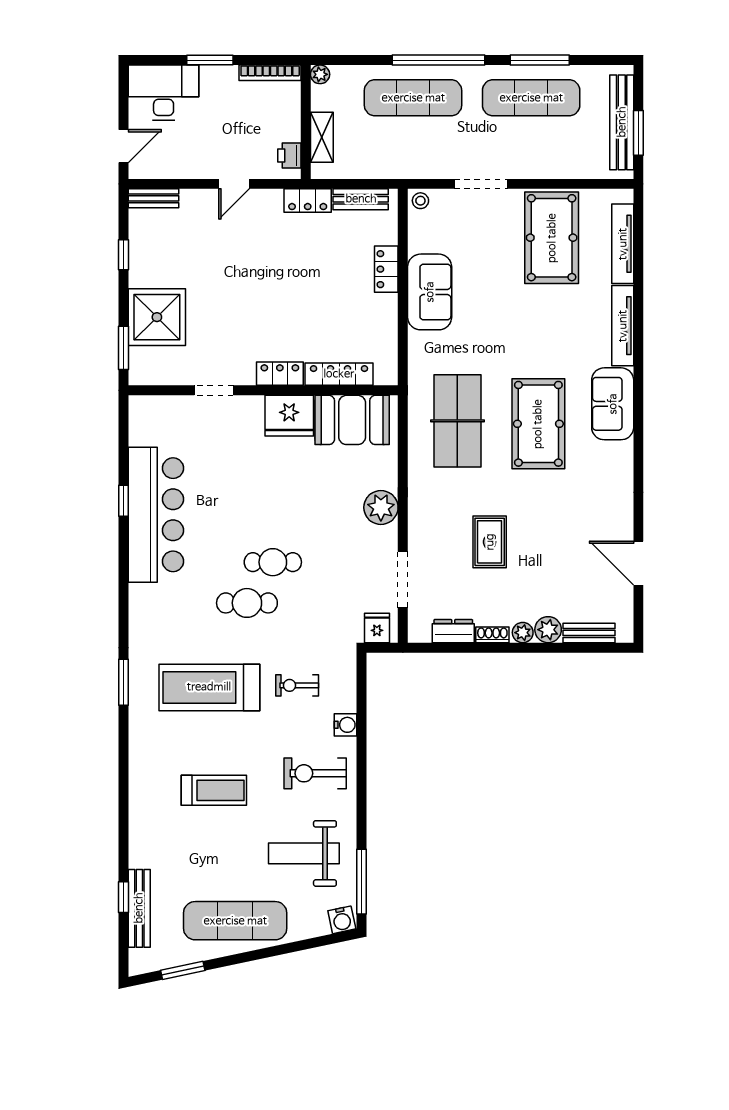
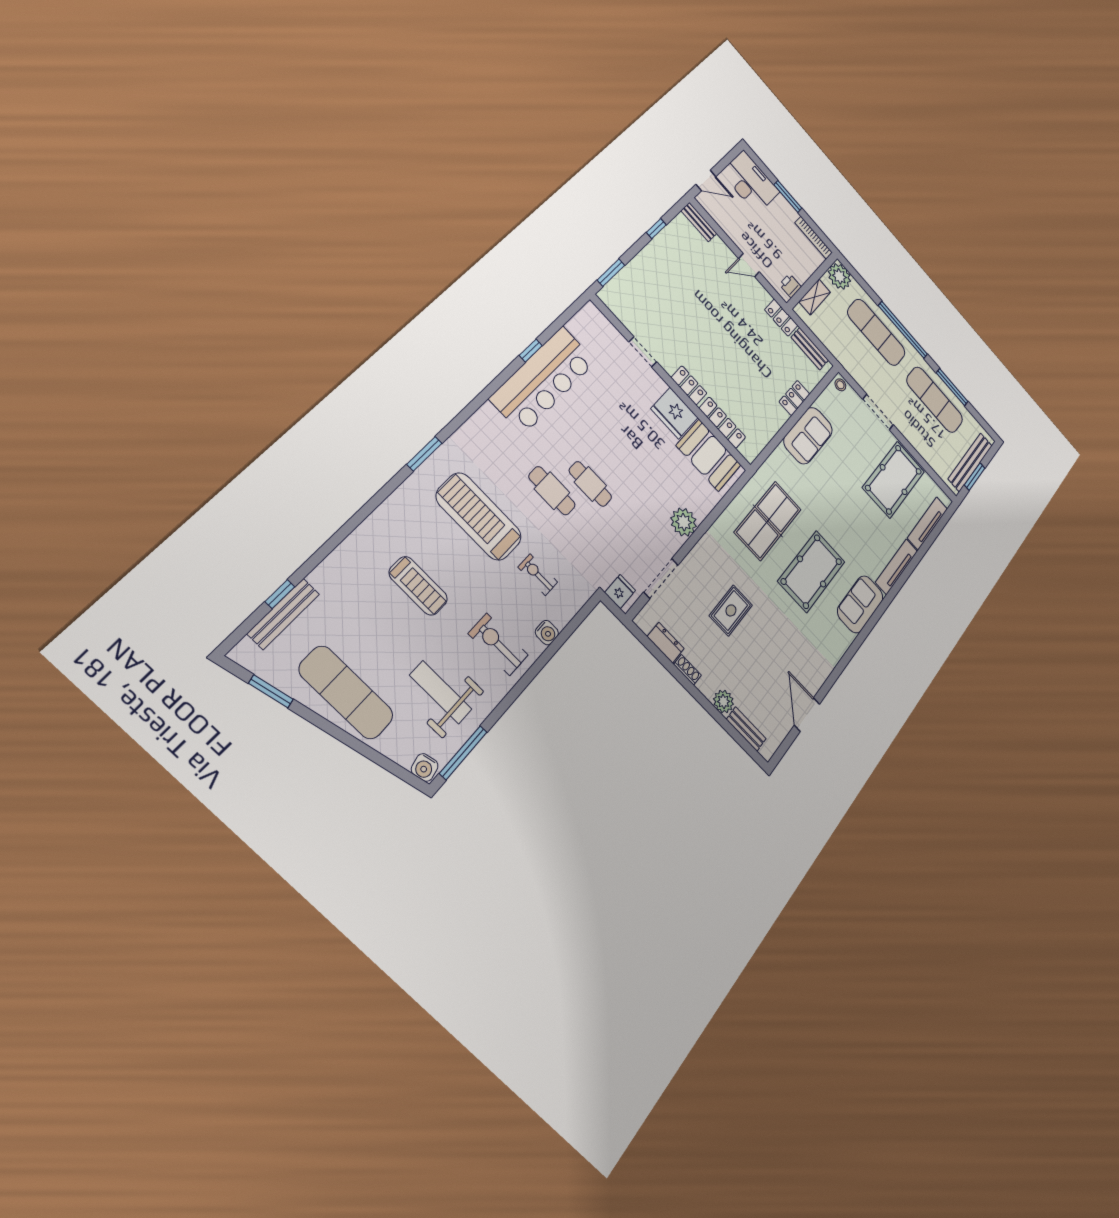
plant: (320, 74) -> (839, 276), width x1.87, depth x1.87
shower: (157, 317) -> (645, 279), removed
plant: (523, 633) -> (707, 687), removed

